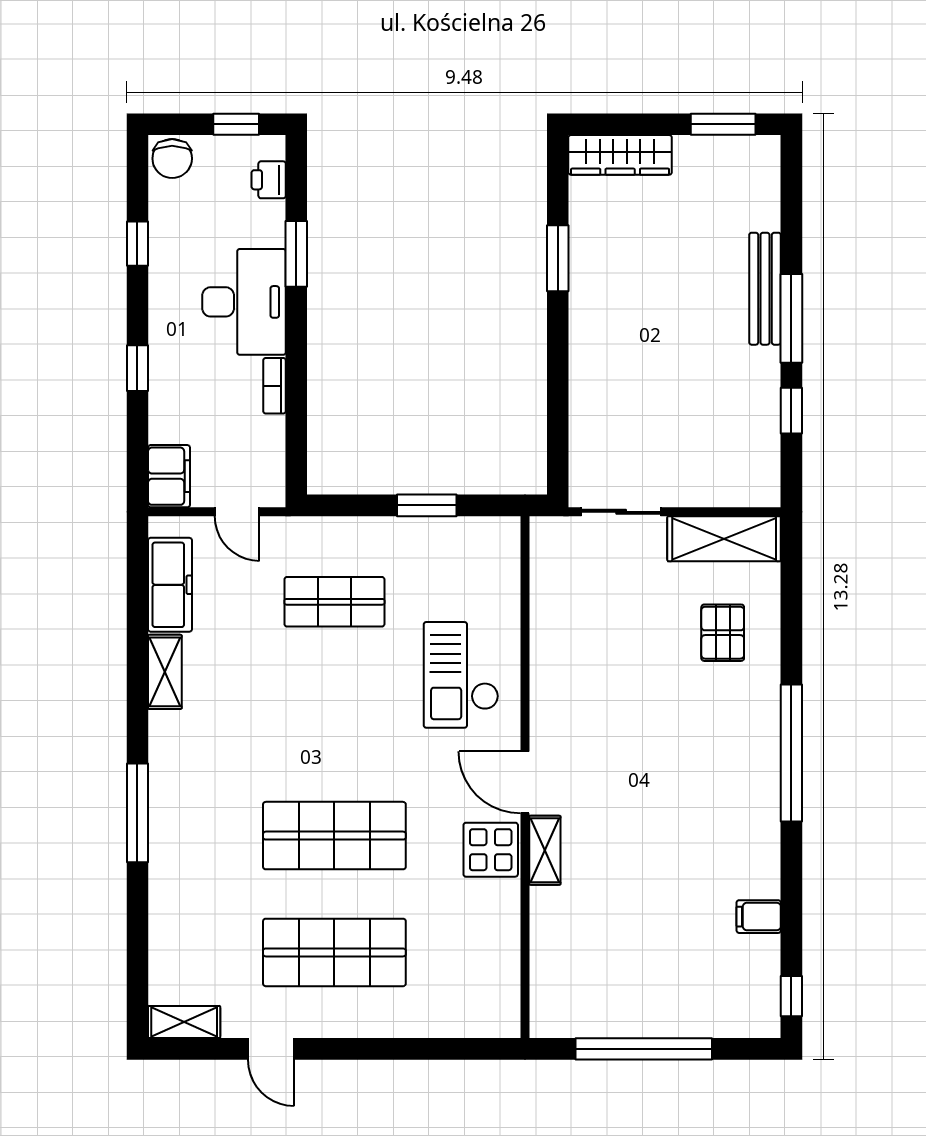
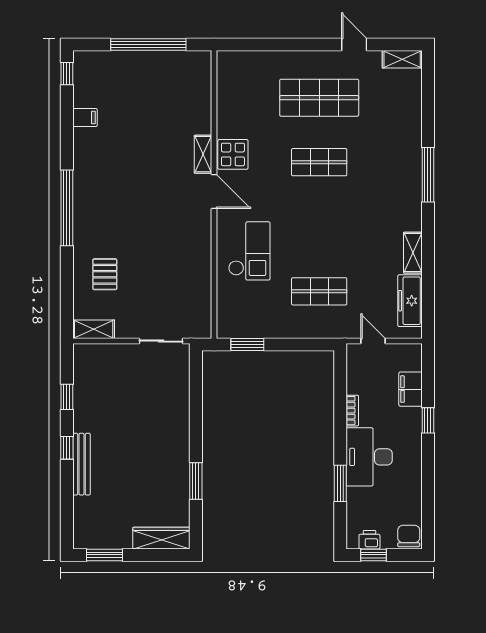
printer: (269, 180) -> (369, 540), moved, turned -90
window: (137, 244) -> (428, 489), removed
window: (791, 318) -> (67, 448), width x0.46
filing cabinet: (169, 476) -> (411, 389), moved
window: (427, 505) -> (247, 345), moved
shelving: (724, 539) -> (94, 329), width x0.67, depth x0.75
shop shelf: (334, 836) -> (319, 162), width x0.70, depth x0.74

